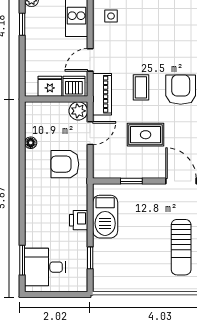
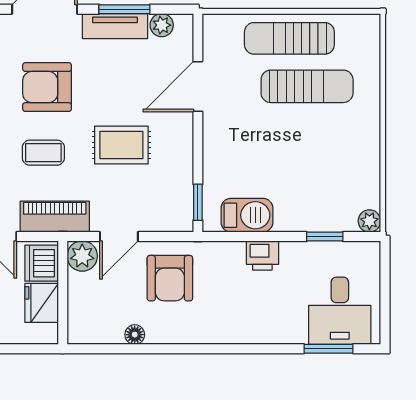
door: (90, 133) -> (119, 236), swing flipped
rug: (146, 135) -> (121, 145), turned 90
window: (131, 181) -> (198, 202), moved
barbecue: (105, 217) -> (247, 215), width x0.73, depth x0.83
plant: (100, 285) -> (369, 221), added

